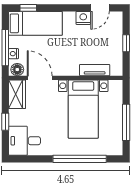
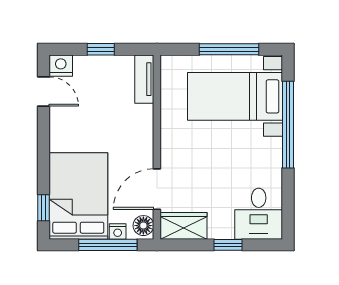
nightstand: (83, 18) -> (61, 66), moved, turned 90
bed: (35, 23) -> (78, 196), width x1.50
tv unit: (95, 70) -> (144, 79), moved
bed with nightstands: (83, 109) -> (235, 96), moved, turned 180

